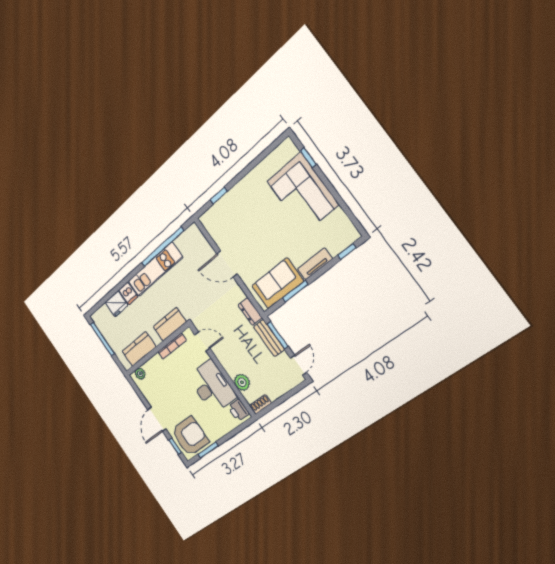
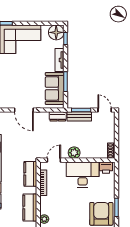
floor lamp: (345, 233) -> (56, 32), added
door: (227, 264) -> (24, 110), hinge flipped
plant: (242, 382) -> (74, 153), moved

